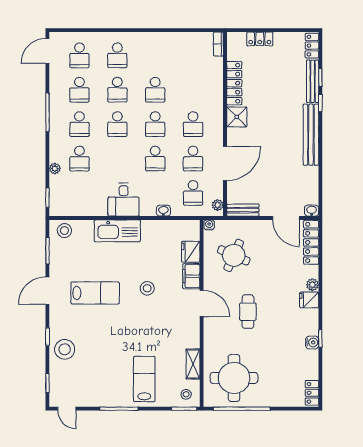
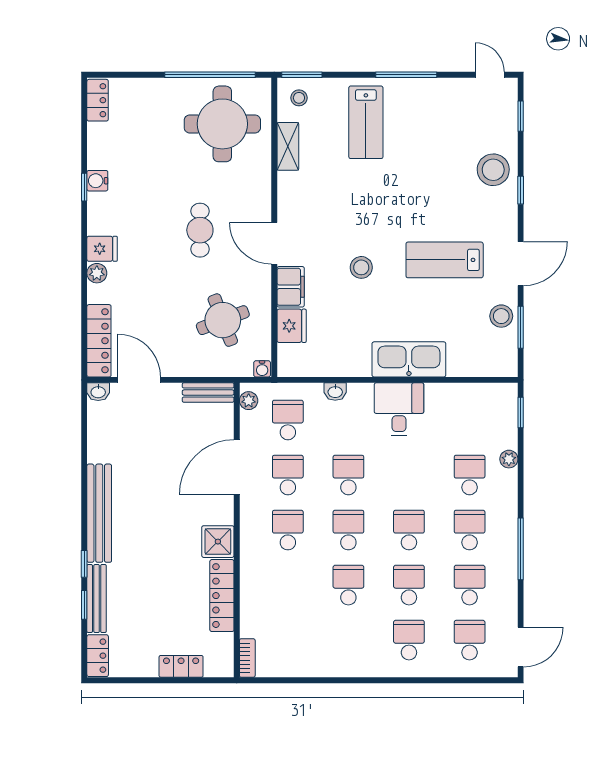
stool: (64, 231) -> (501, 316), moved
round table: (234, 255) -> (223, 320), turned 45

